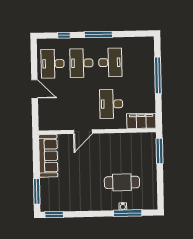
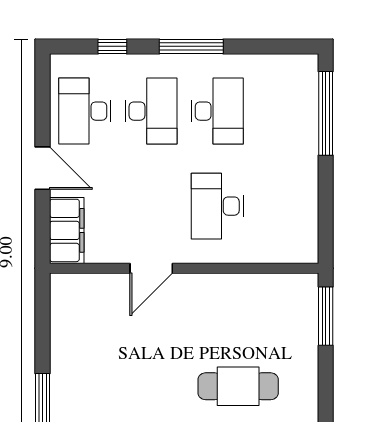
desk: (81, 63) -> (151, 111), turned 180
window: (158, 75) -> (326, 113), moved
filing cabinet: (141, 121) -> (67, 230), moved, turned 90
sofa: (48, 156) -> (70, 322), removed

